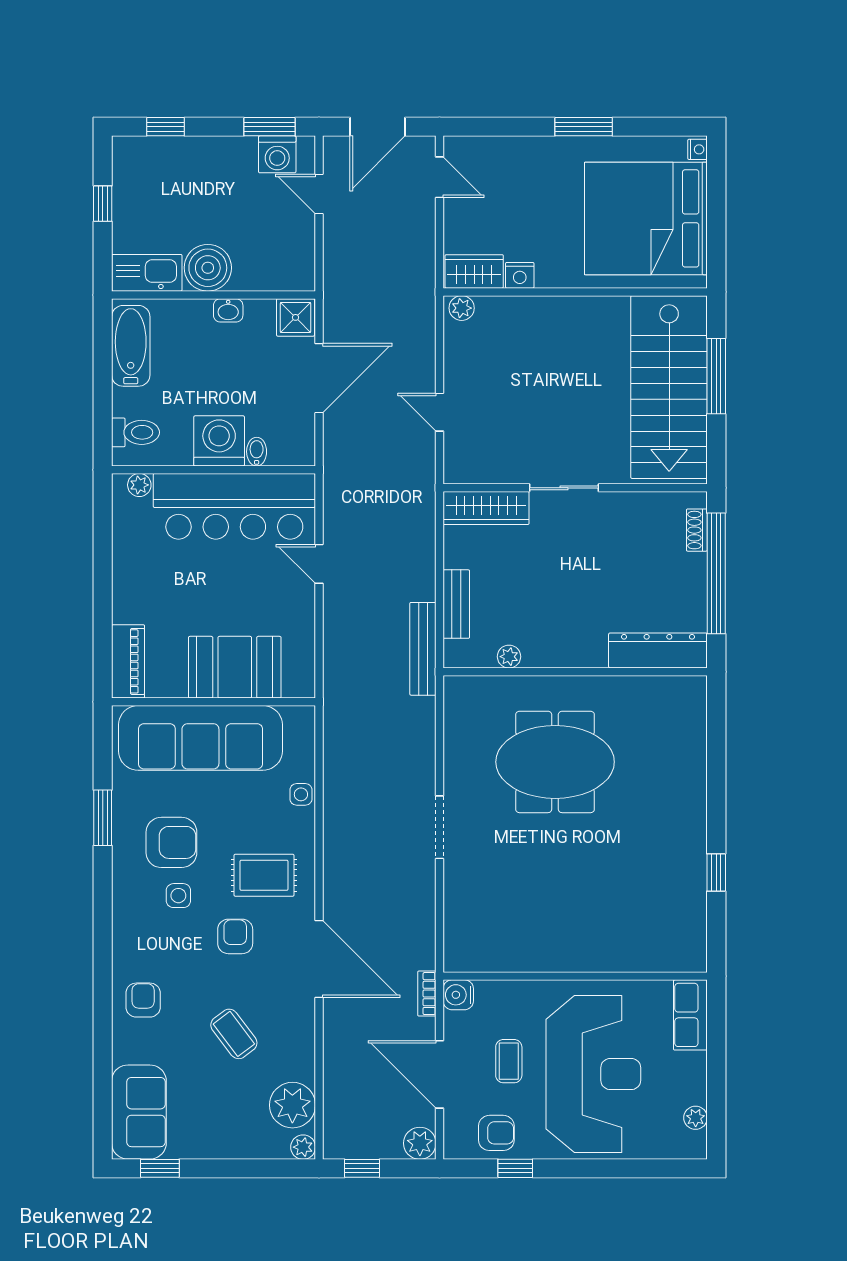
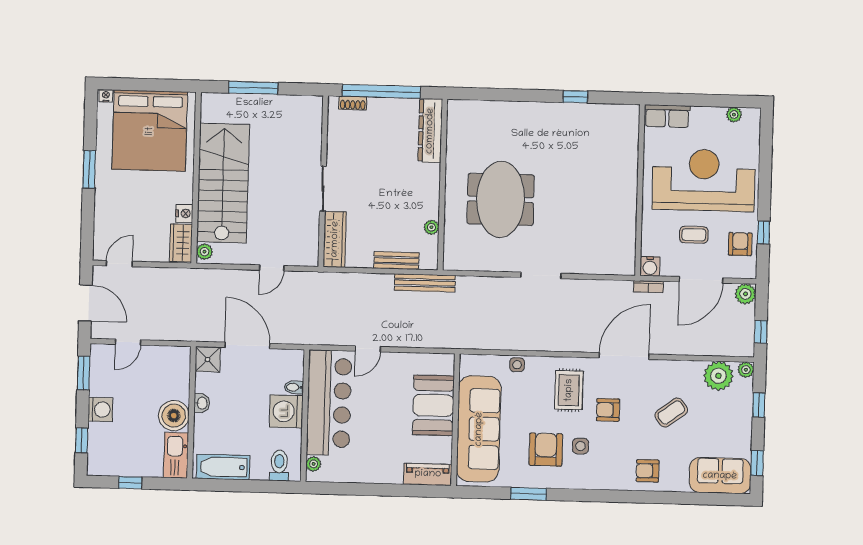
washing machine: (277, 154) -> (100, 409), moved
stairs: (669, 387) -> (223, 183), moved, turned -90
window: (249, 1168) -> (759, 405), added

